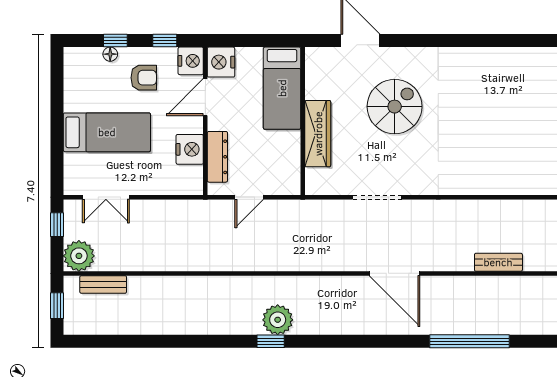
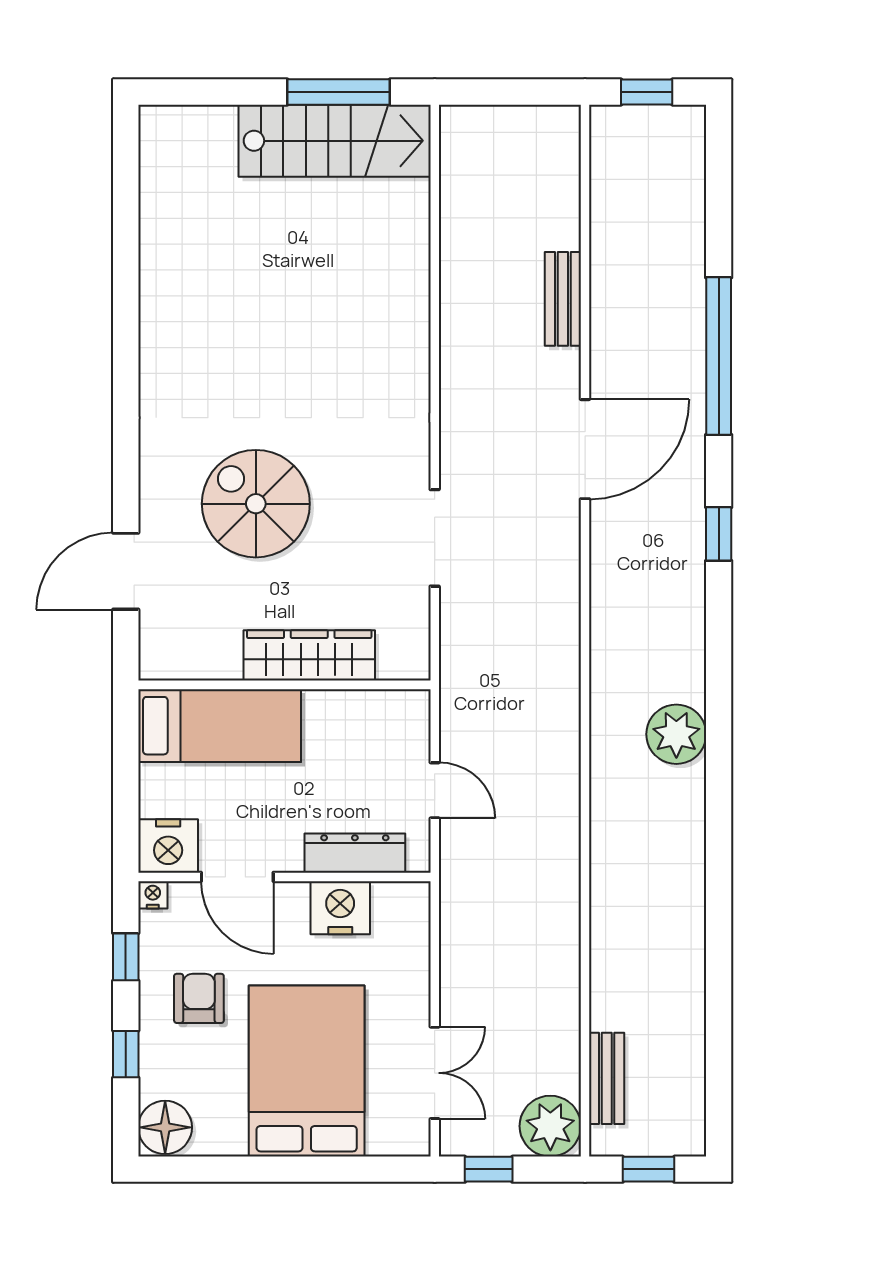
floor lamp: (110, 54) -> (165, 1127), moved, width x1.89, depth x1.89
nightstand: (191, 61) -> (153, 895), width x0.53, depth x0.56
bed: (107, 132) -> (307, 1071), width x1.50
door: (394, 273) -> (585, 449), moved
window: (271, 341) -> (719, 534), moved

